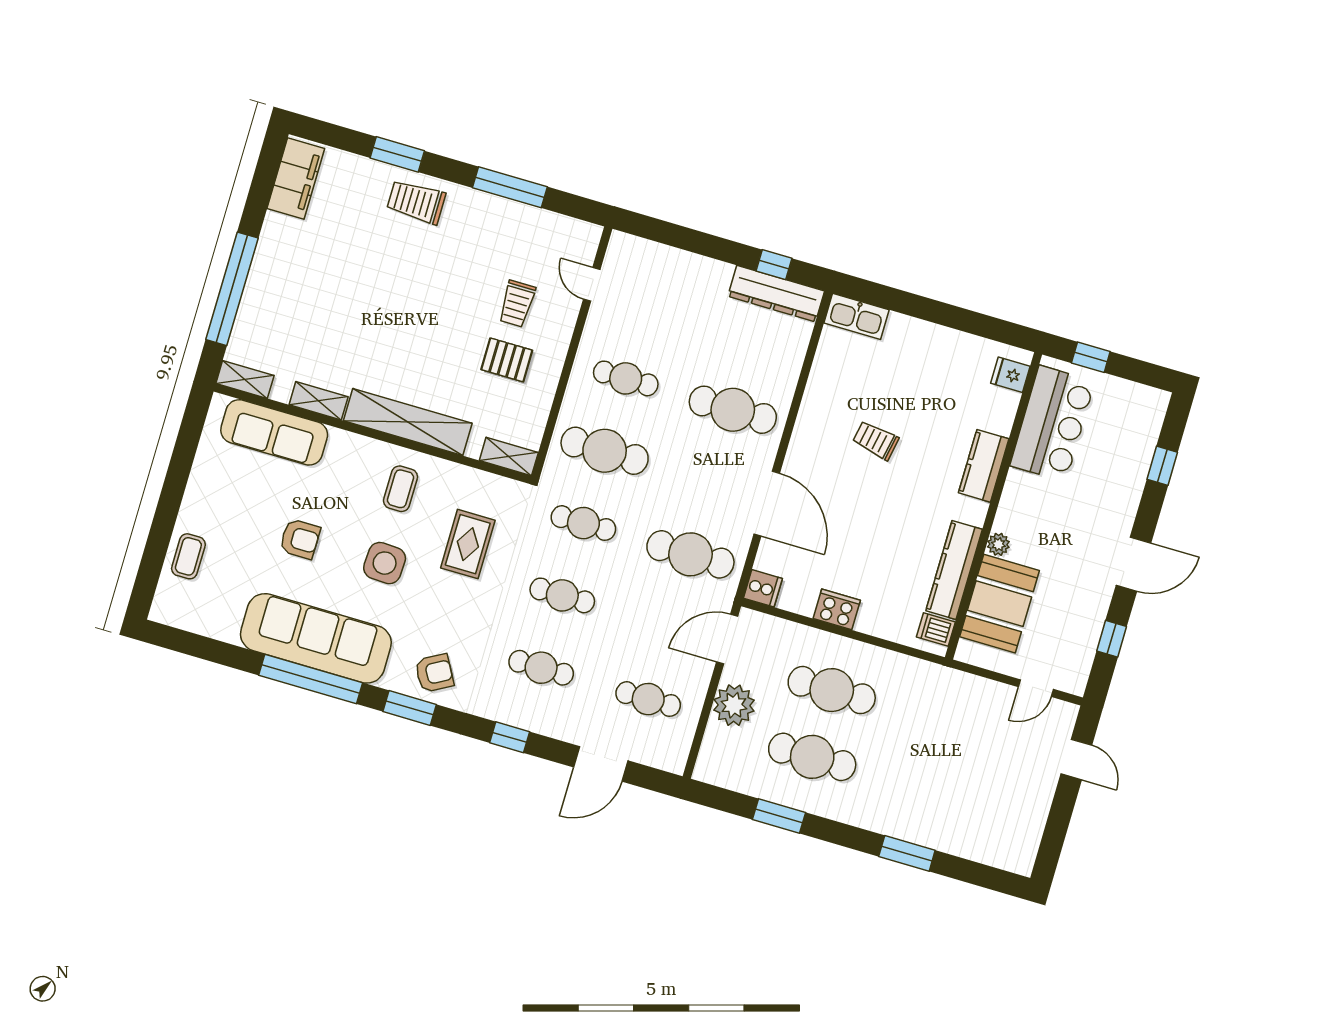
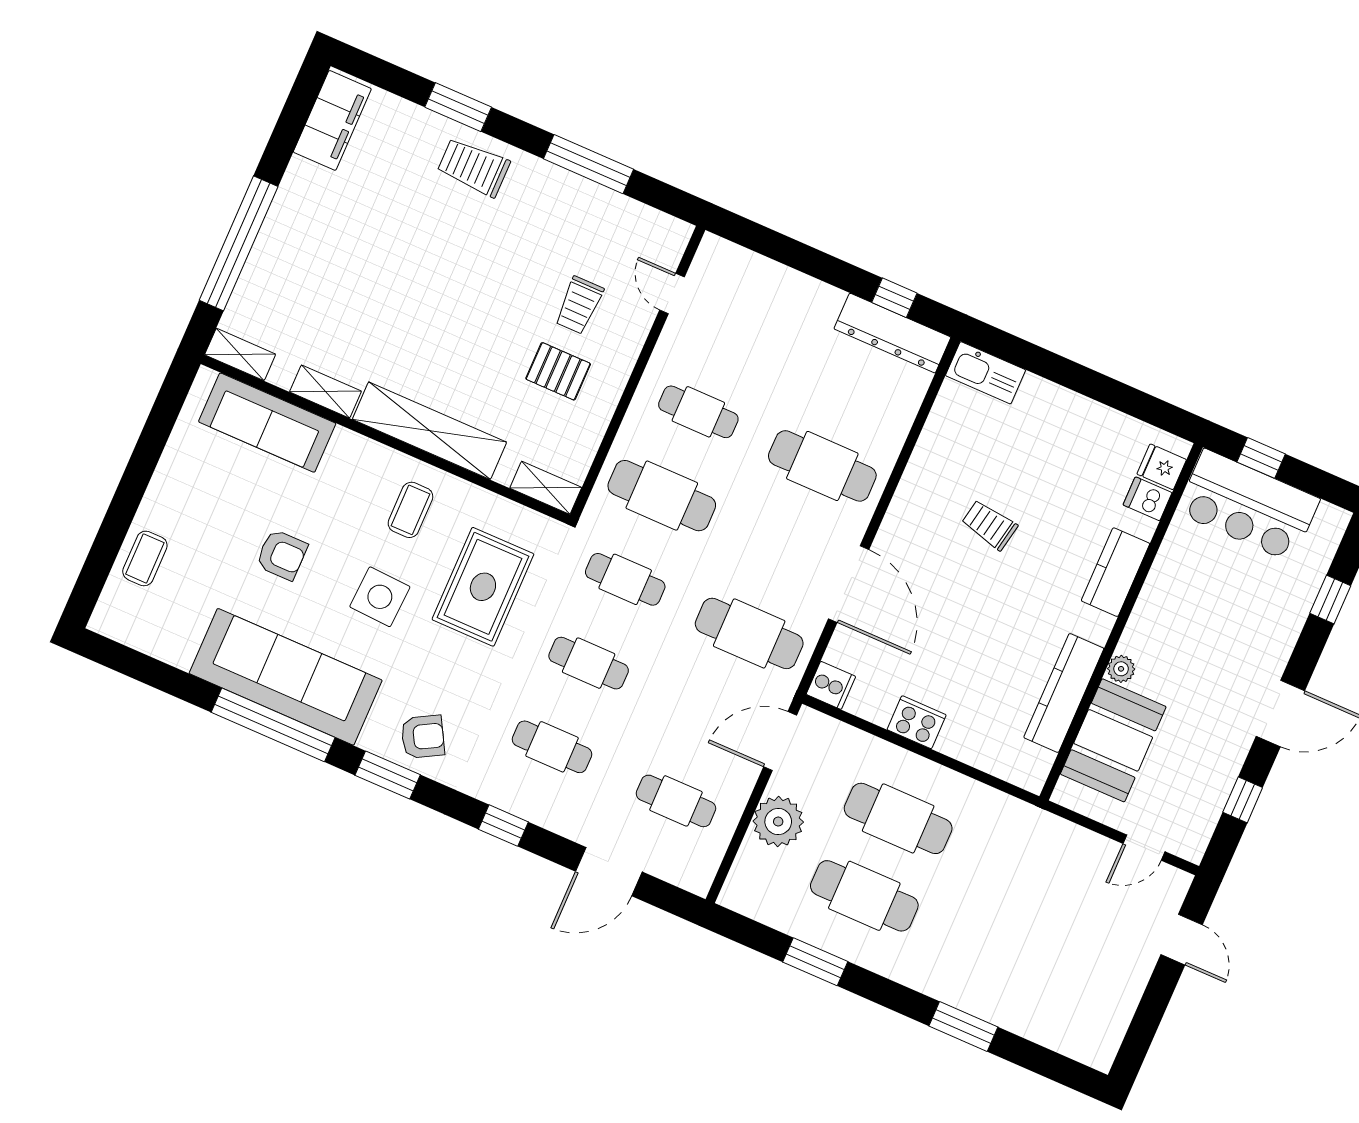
bar counter: (1052, 424) -> (1248, 506), moved, turned 90
rug: (468, 544) -> (483, 587), width x1.36, depth x1.43
dishwasher: (936, 629) -> (1148, 499), moved

